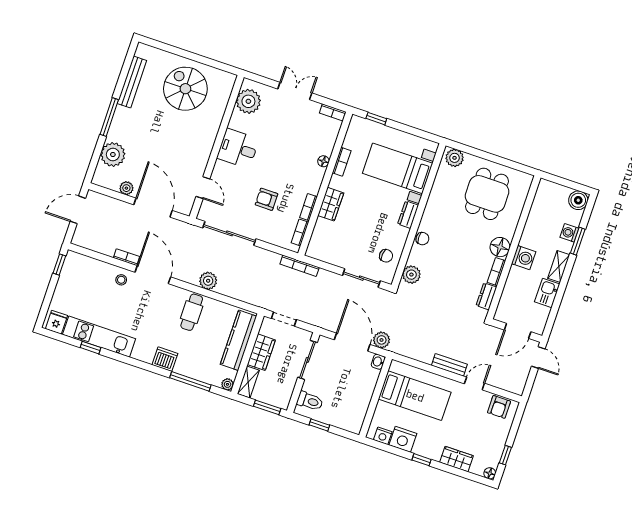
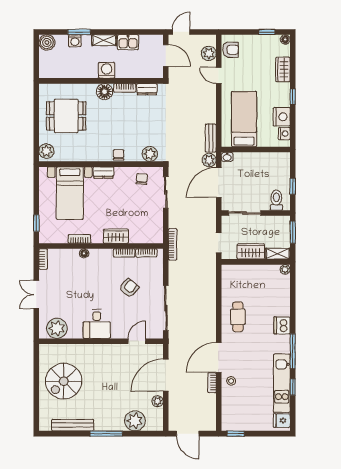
armchair: (266, 199) -> (129, 288), turned -141
plant: (208, 281) -> (209, 53), moved
cafe table: (192, 312) -> (238, 317), turned 90
kitchen counter: (239, 340) -> (247, 273), removed
bench: (449, 365) -> (211, 138), moved
window: (190, 381) -> (293, 351), moved

